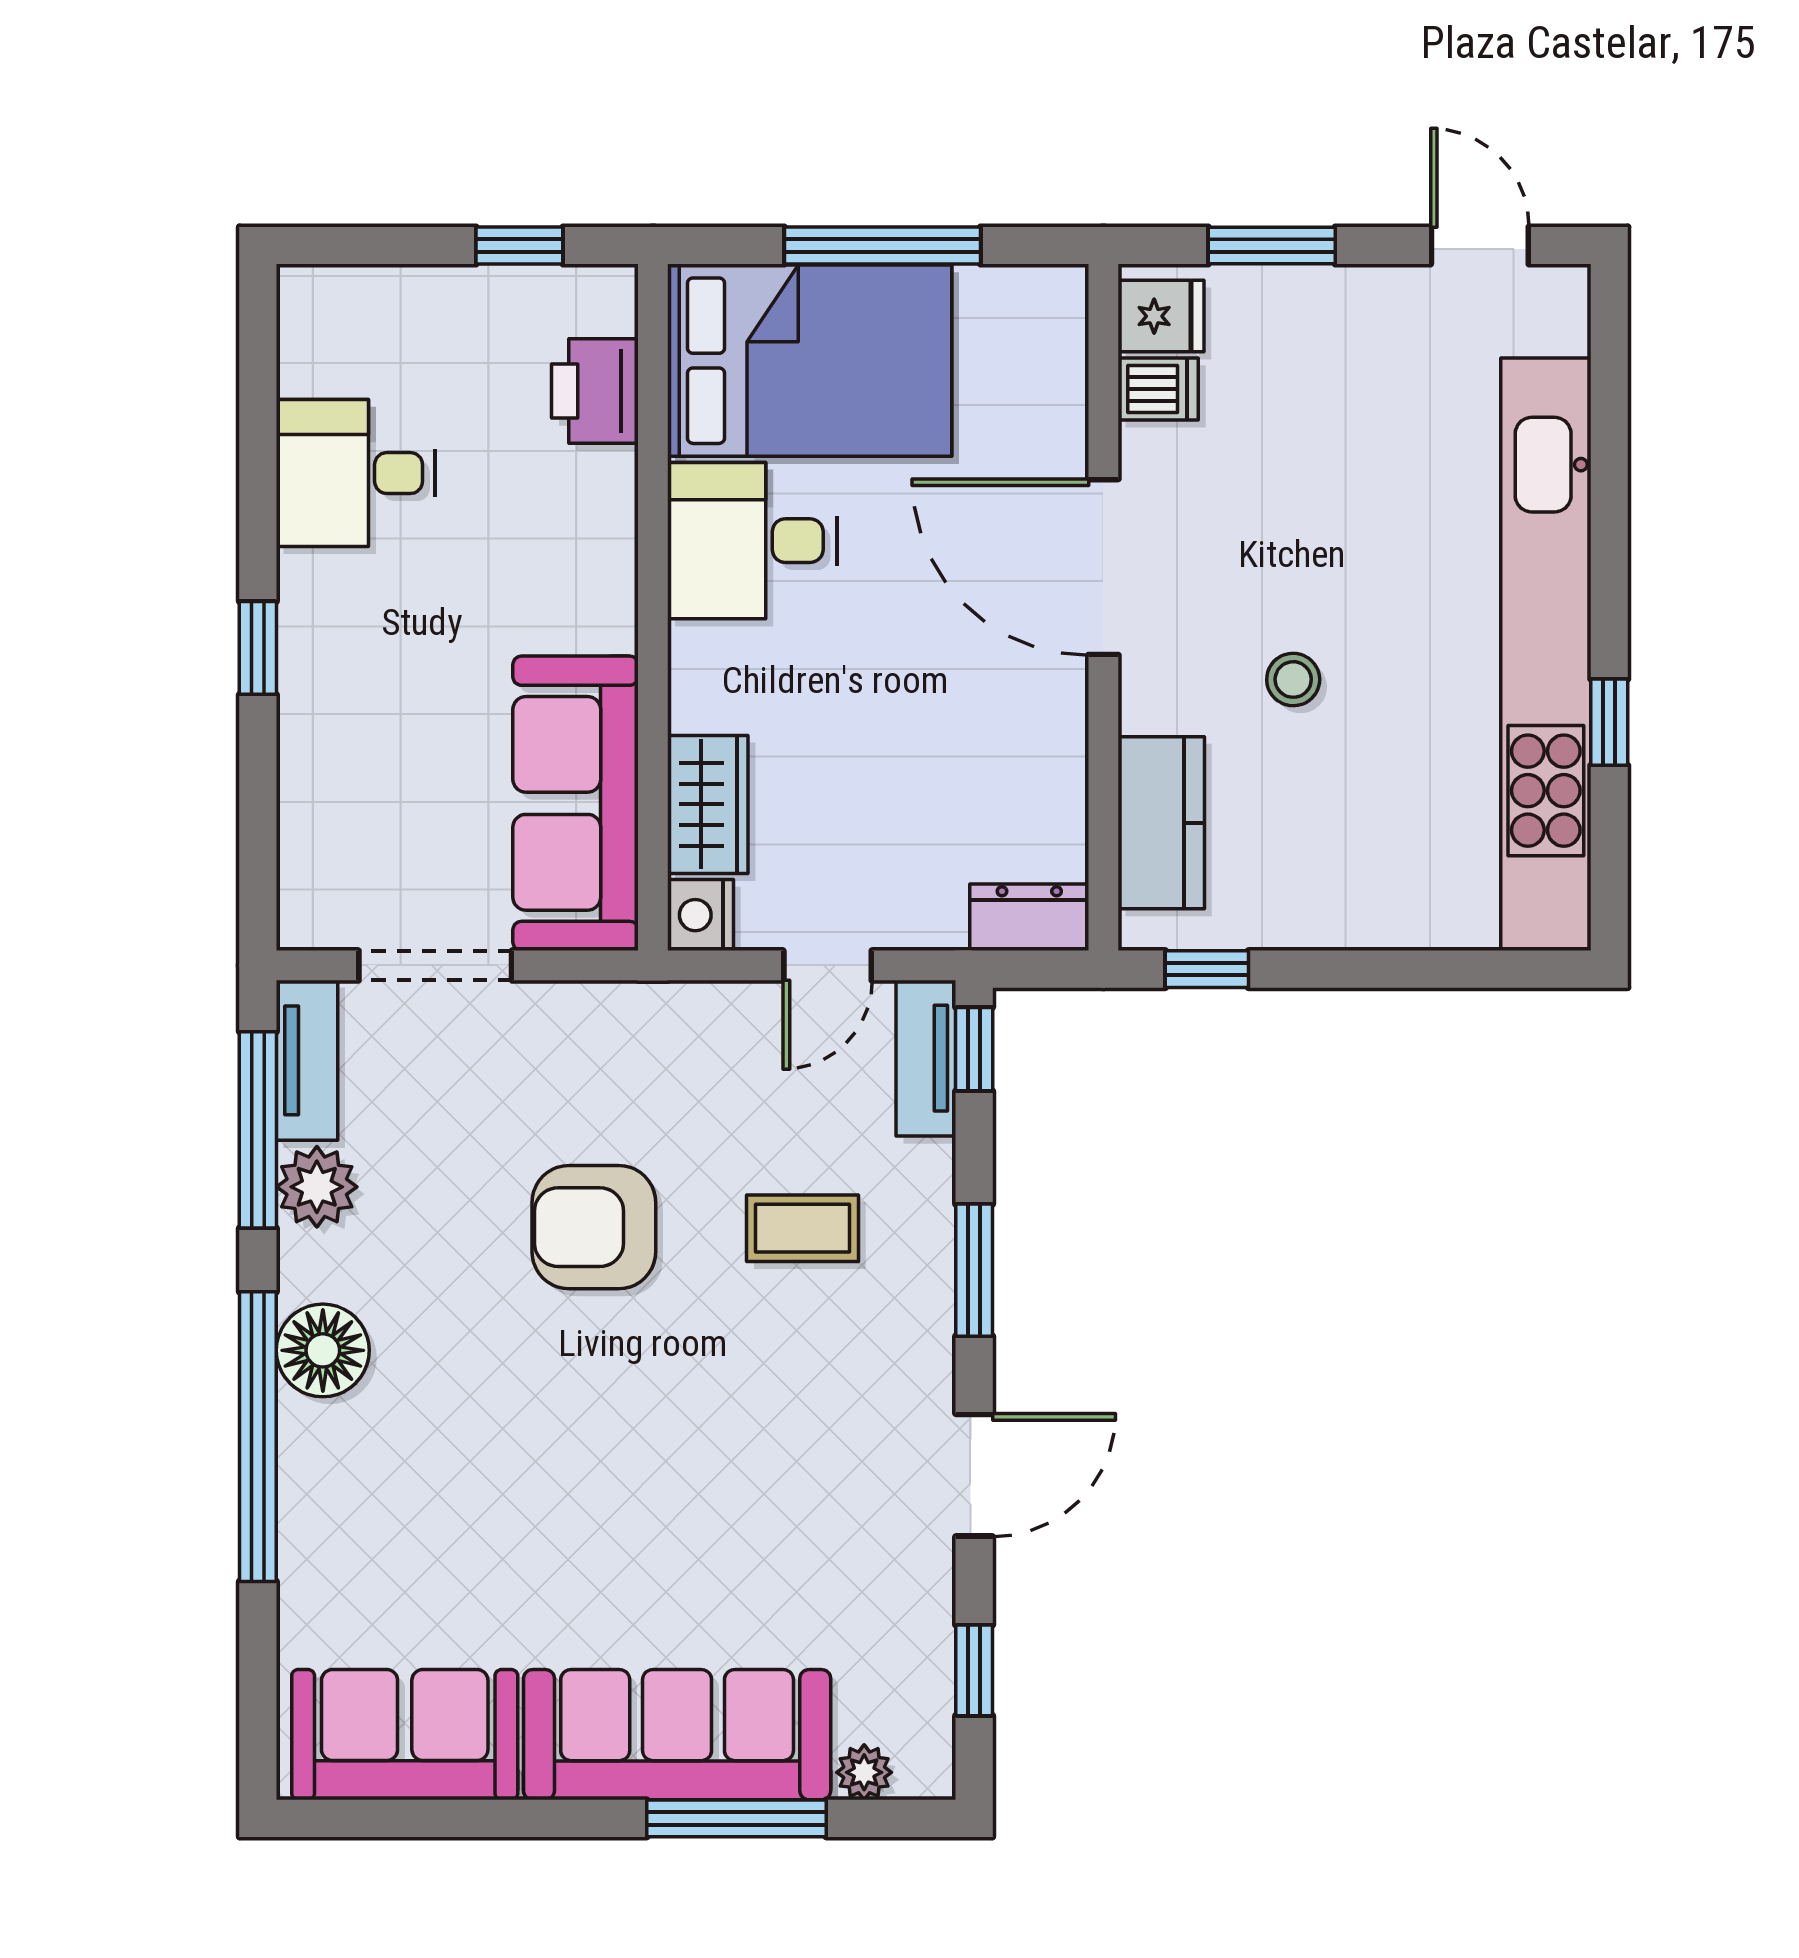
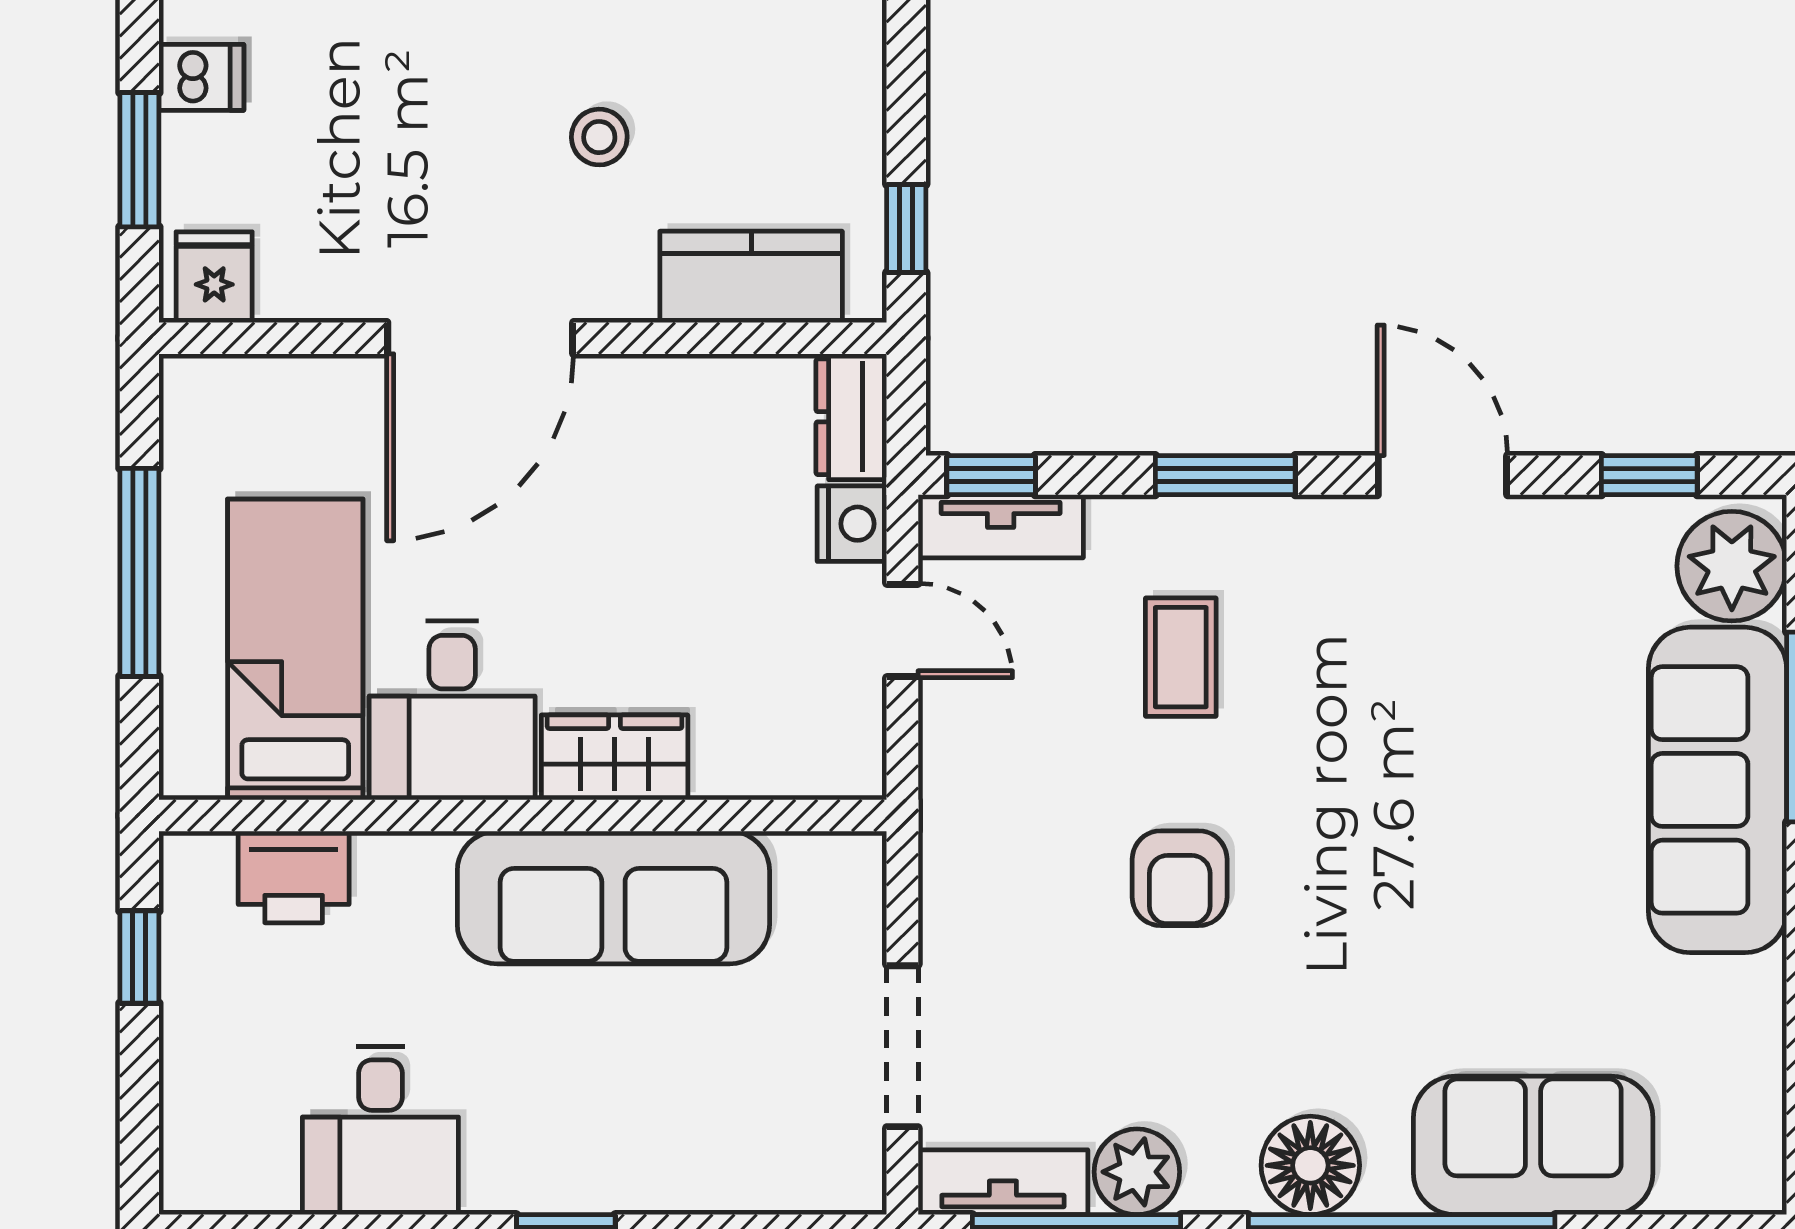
bed: (810, 361) -> (295, 650), width x0.67
dishwasher: (1158, 389) -> (201, 77), moved, turned 90
sofa: (576, 803) -> (613, 898), moved
wardrobe: (708, 804) -> (615, 757), moved
nightstand: (700, 915) -> (852, 524), moved, turned -90
armchair: (594, 1227) -> (1180, 878), width x0.72, depth x0.72
sofa: (405, 1735) -> (1533, 1145), moved, turned 90
plant: (864, 1772) -> (1732, 566), width x1.87, depth x1.87

